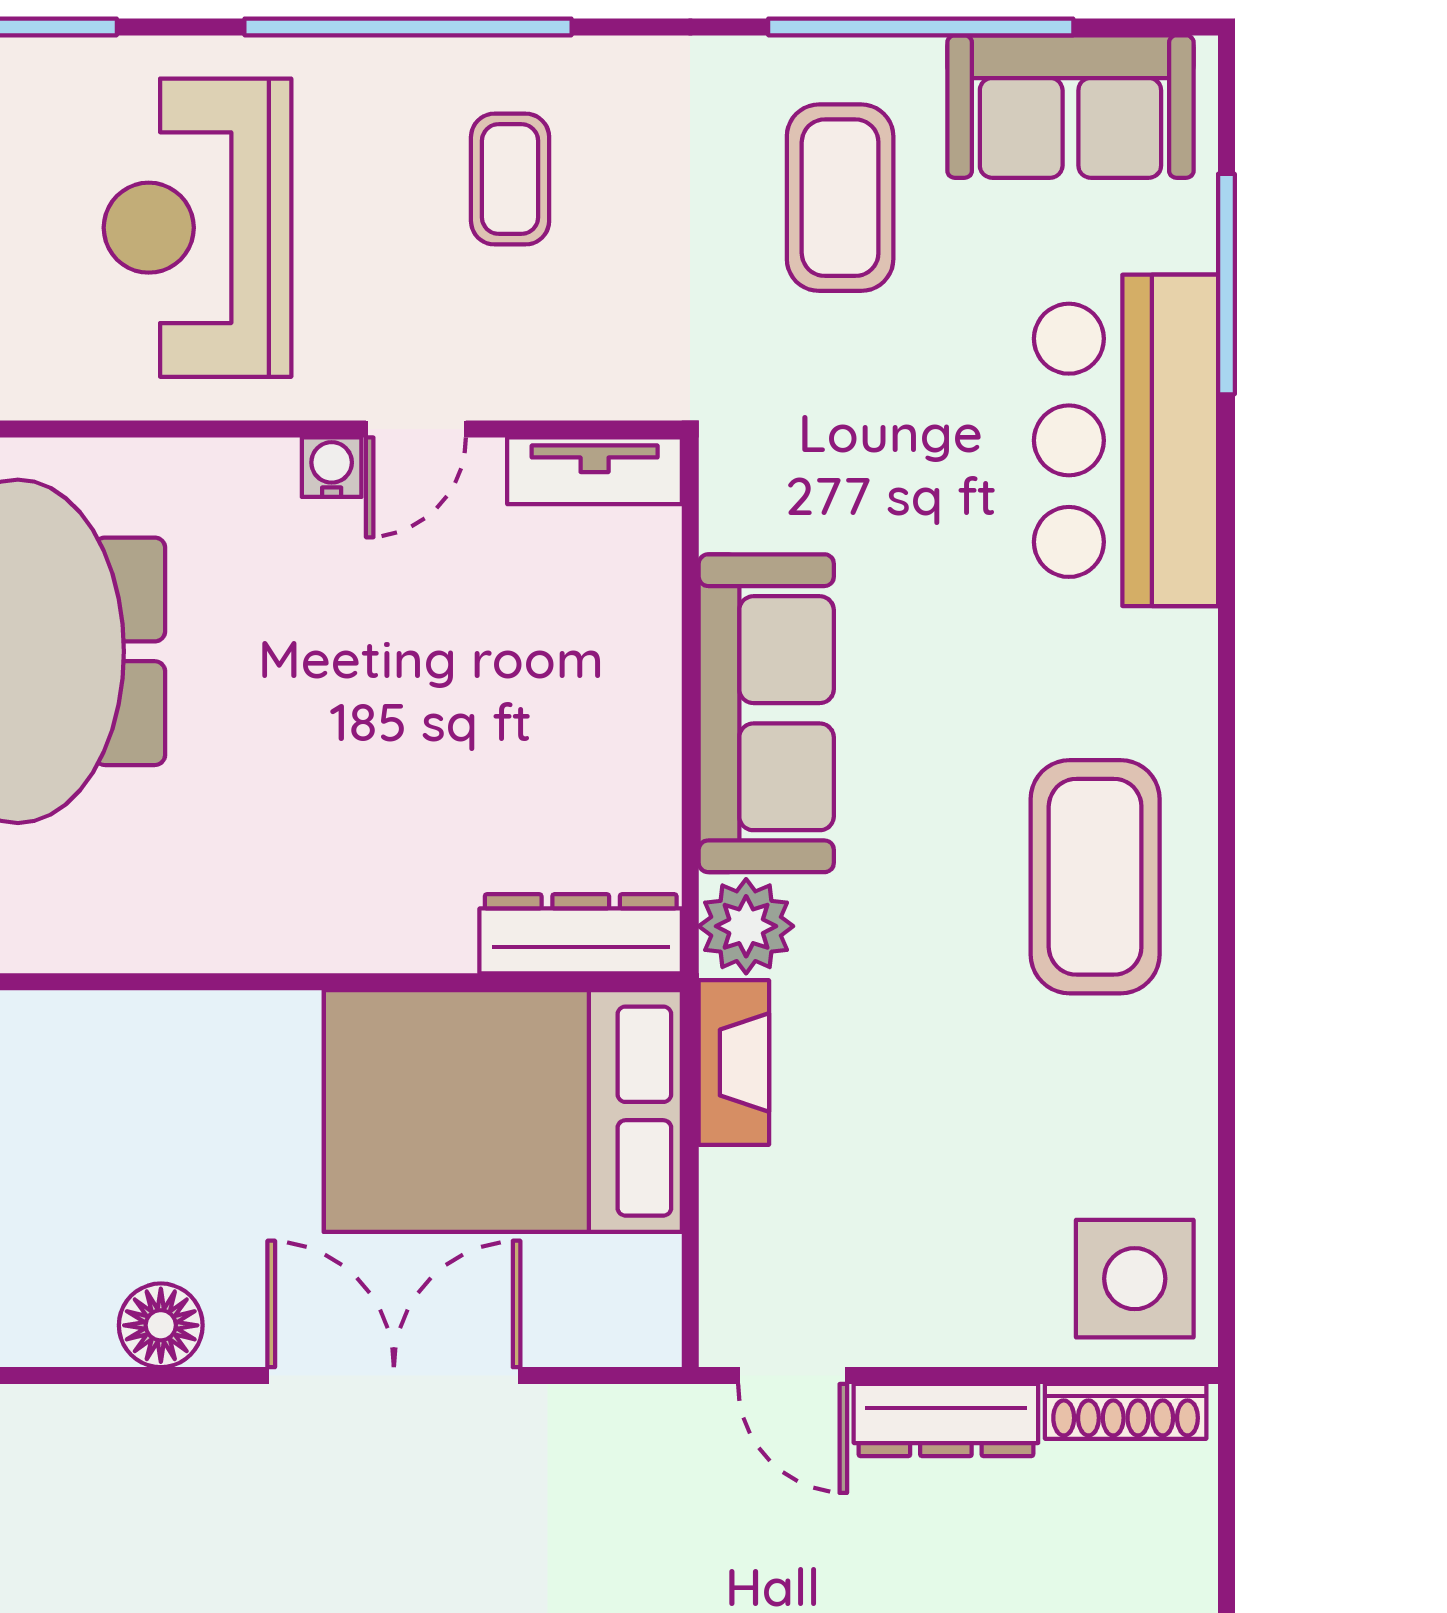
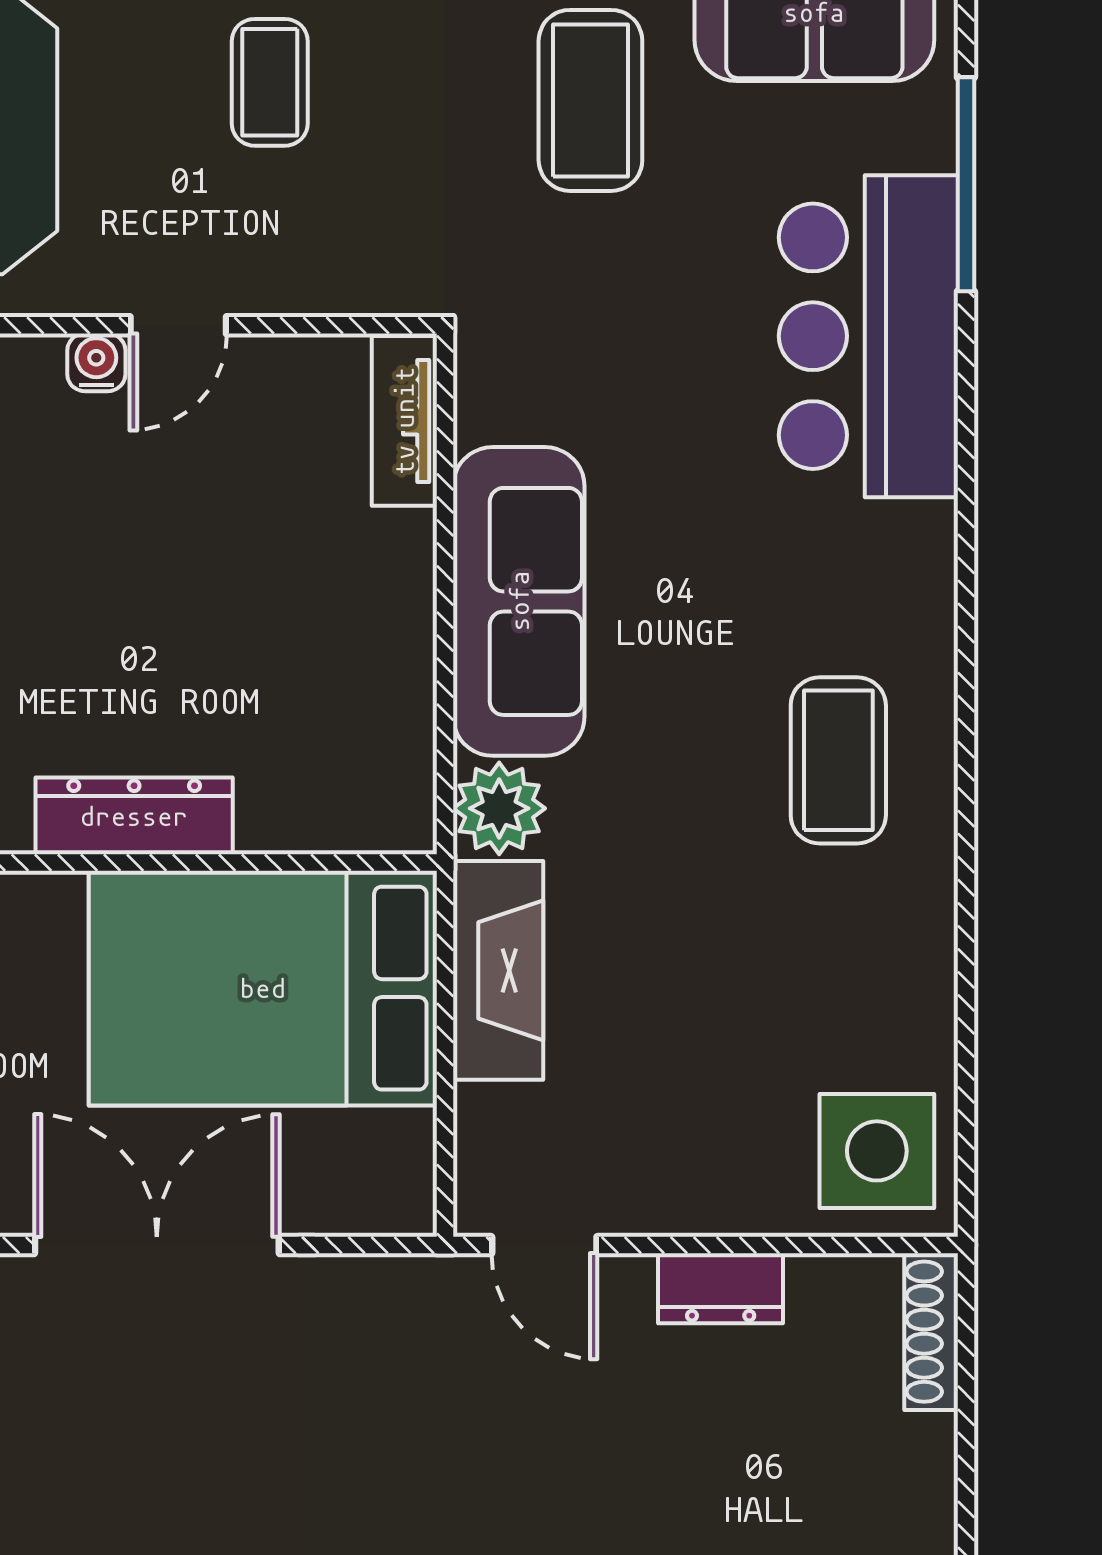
tv unit: (595, 471) -> (404, 421), moved, turned 90
coffee table: (1095, 877) -> (838, 760), width x0.73, depth x0.76
dresser: (581, 934) -> (134, 816), moved
fireplace: (734, 1063) -> (498, 970), width x1.37, depth x1.32
shoe rack: (1126, 1411) -> (931, 1332), moved, turned 90
dresser: (946, 1420) -> (721, 1288), width x0.70

